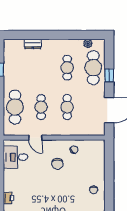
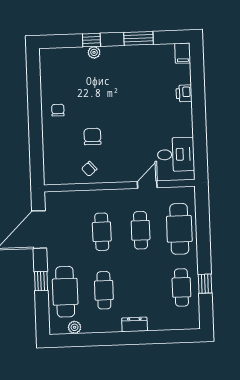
dresser: (33, 44) -> (135, 324), moved
cafe table: (15, 68) -> (181, 287), added
door: (35, 138) -> (147, 185), hinge flipped
chair: (57, 164) -> (92, 137), moved

